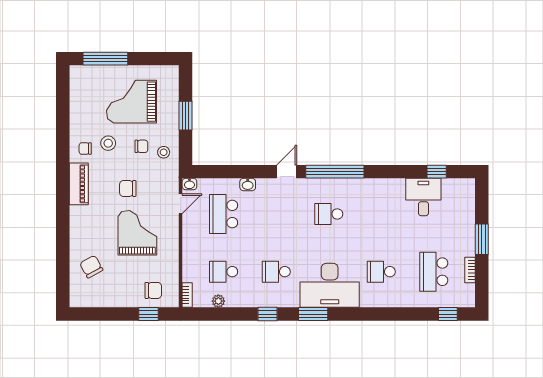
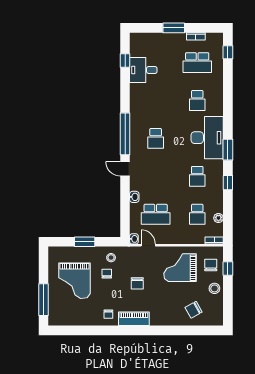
stool: (108, 143) -> (214, 288), moved
grand piano: (137, 233) -> (180, 268), moved

